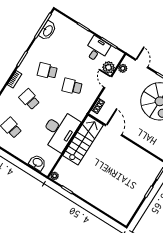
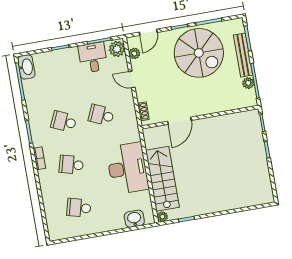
washbasin: (48, 31) -> (26, 67), moved
door: (142, 63) -> (148, 32), swing flipped
plant: (108, 67) -> (117, 49), moved
school desk: (47, 71) -> (64, 122), turned 42
school desk: (72, 86) -> (101, 115), turned 42
door: (114, 130) -> (179, 121), swing flipped
stairs: (83, 140) -> (162, 179), moved

